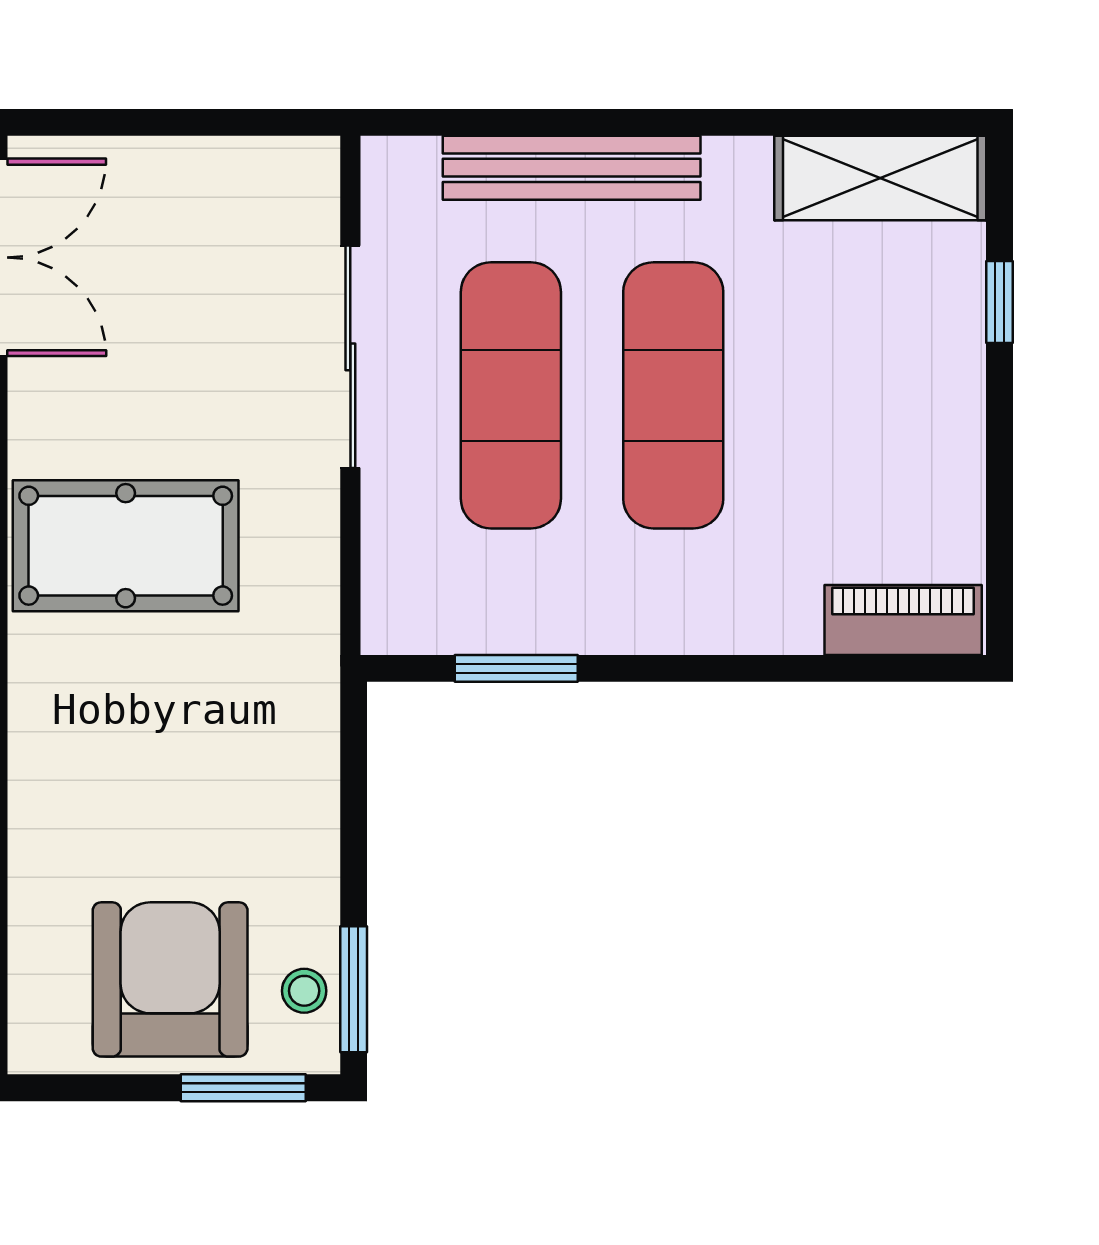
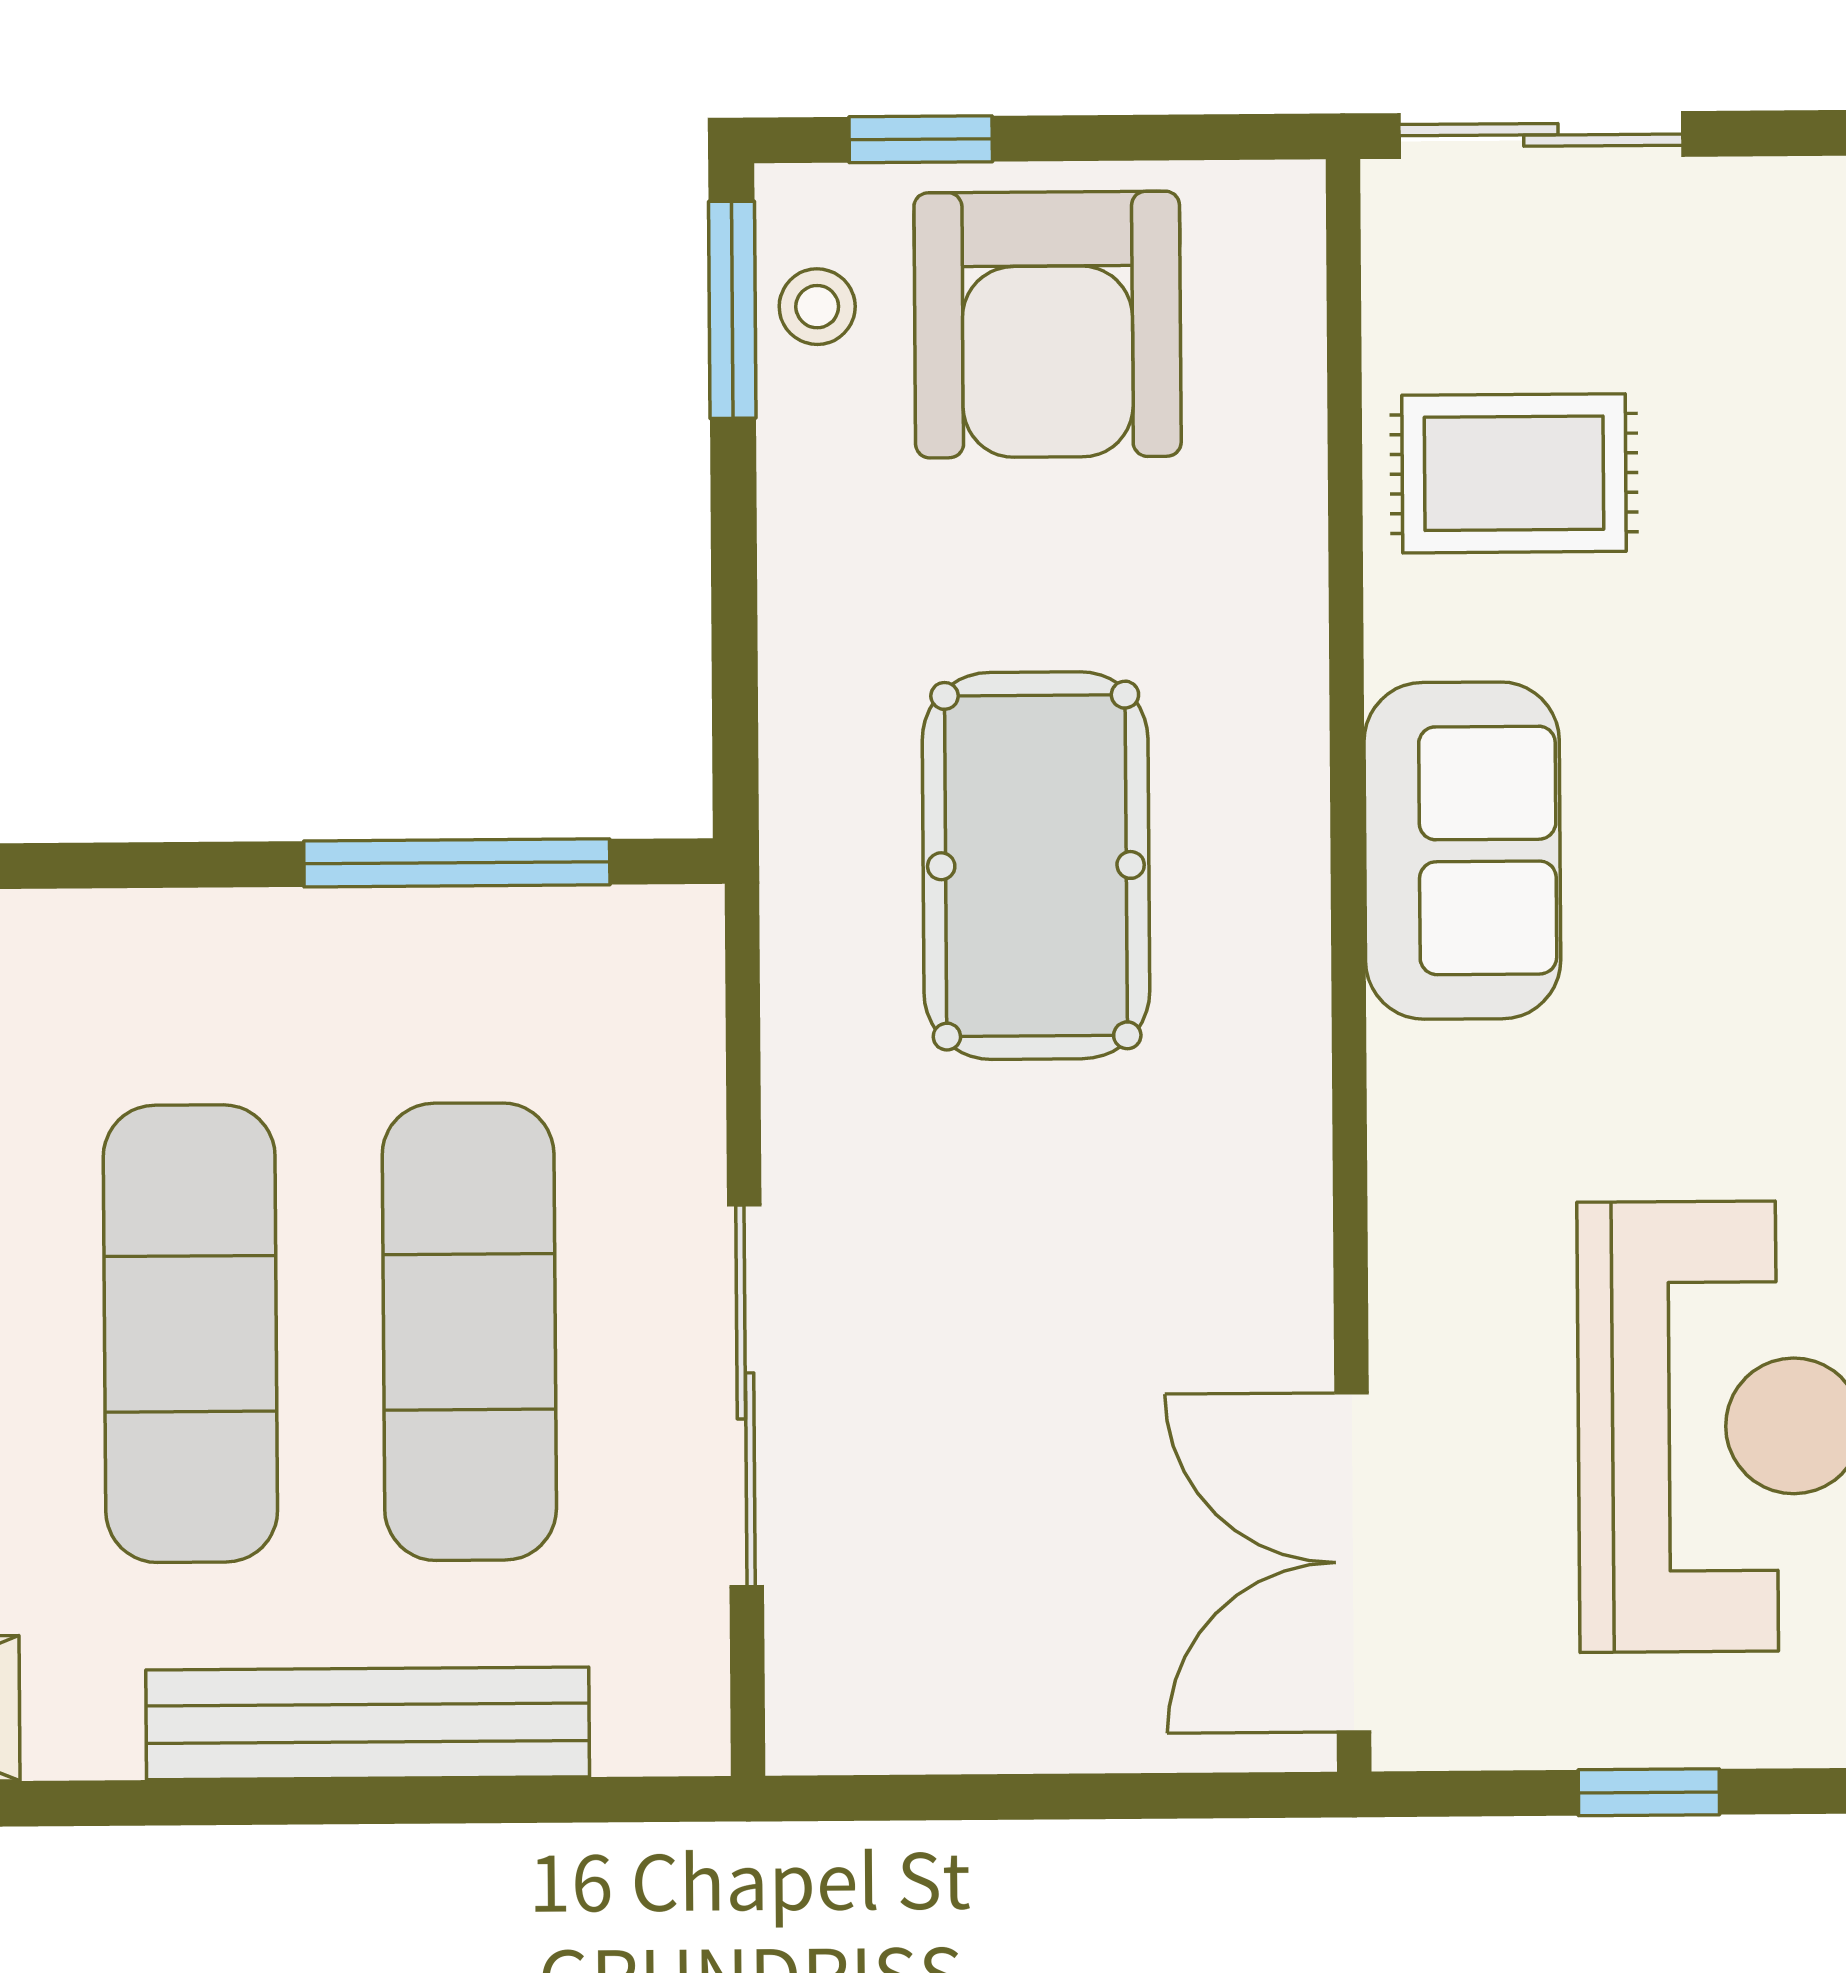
pool table: (126, 546) -> (1036, 866), moved, turned 90
window: (516, 668) -> (457, 863), width x1.44
window: (243, 1088) -> (921, 139), width x0.67

